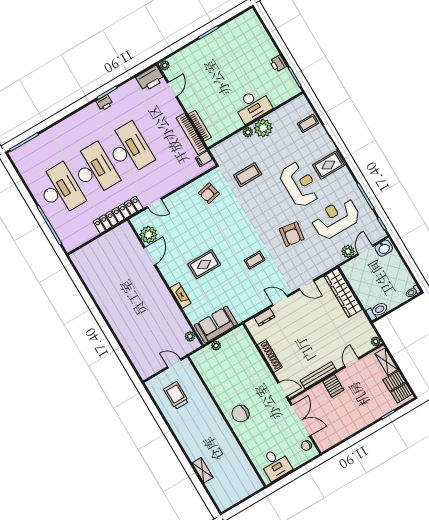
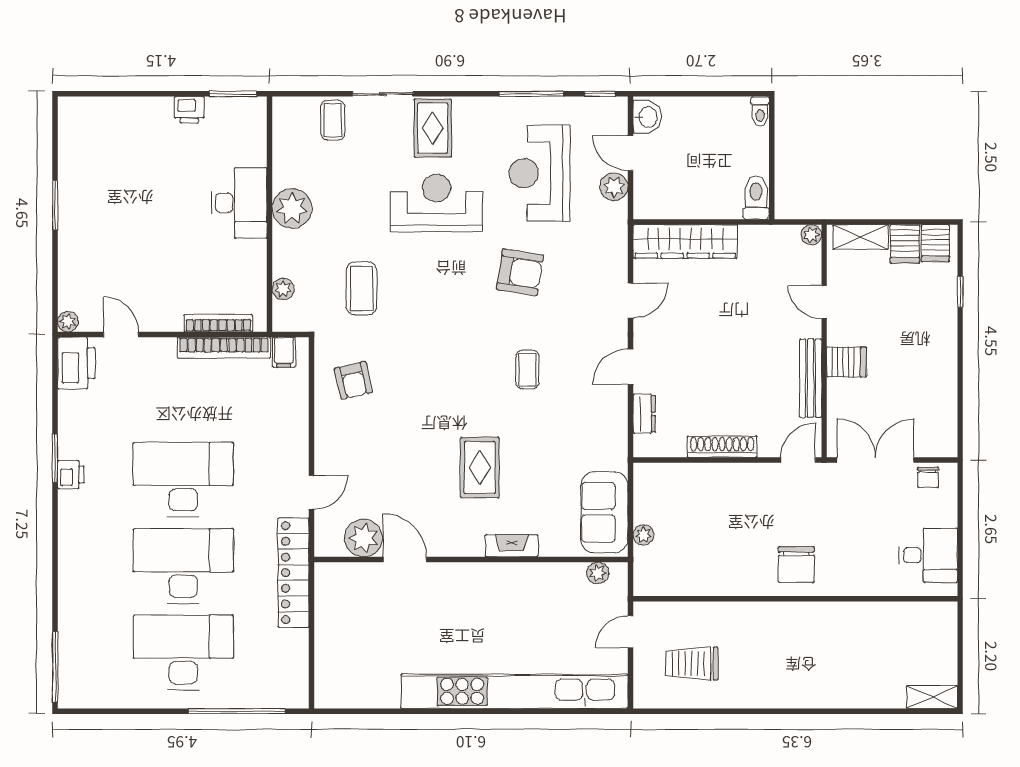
plant: (248, 132) -> (283, 289), moved
kitchen unit: (123, 331) -> (514, 691), added
shelving: (203, 470) -> (932, 697), moved

